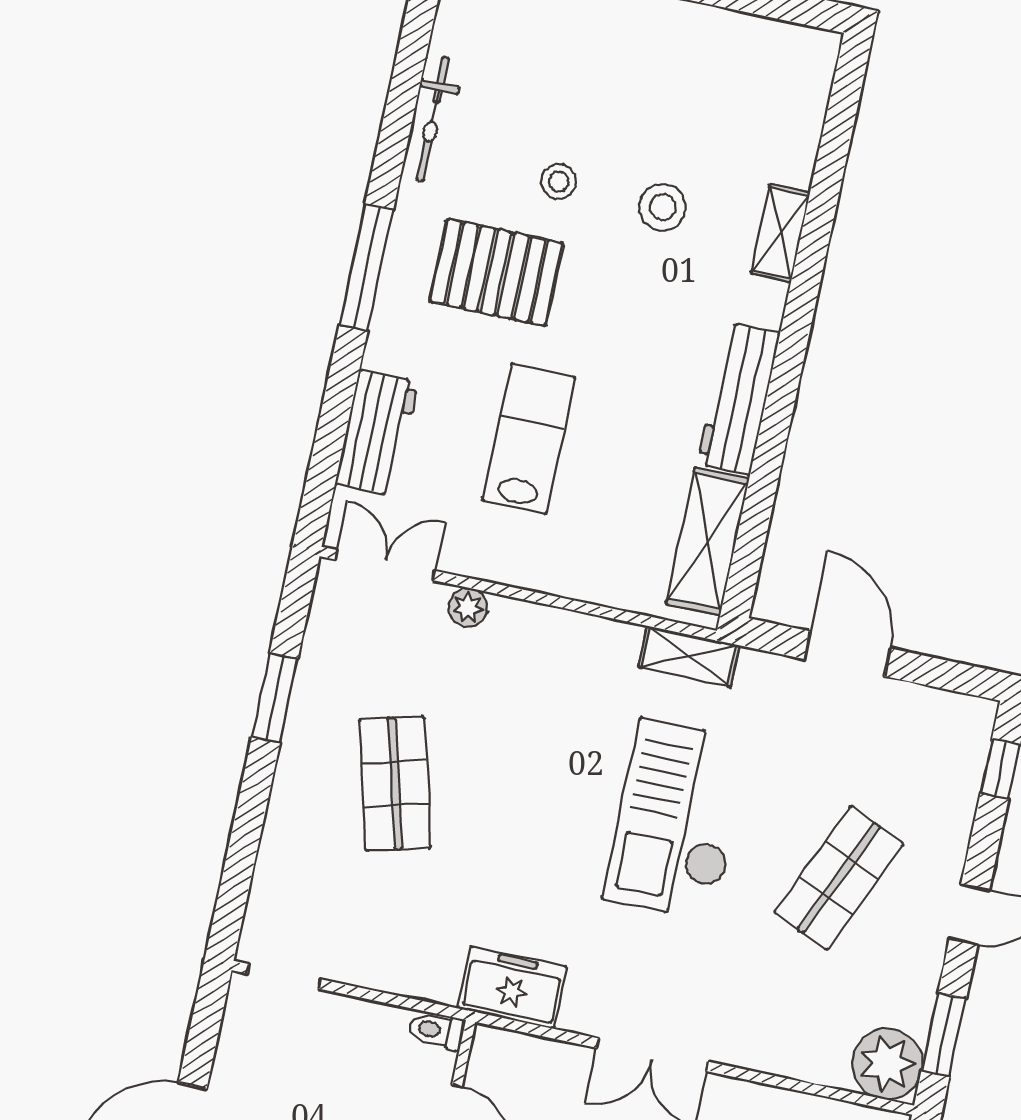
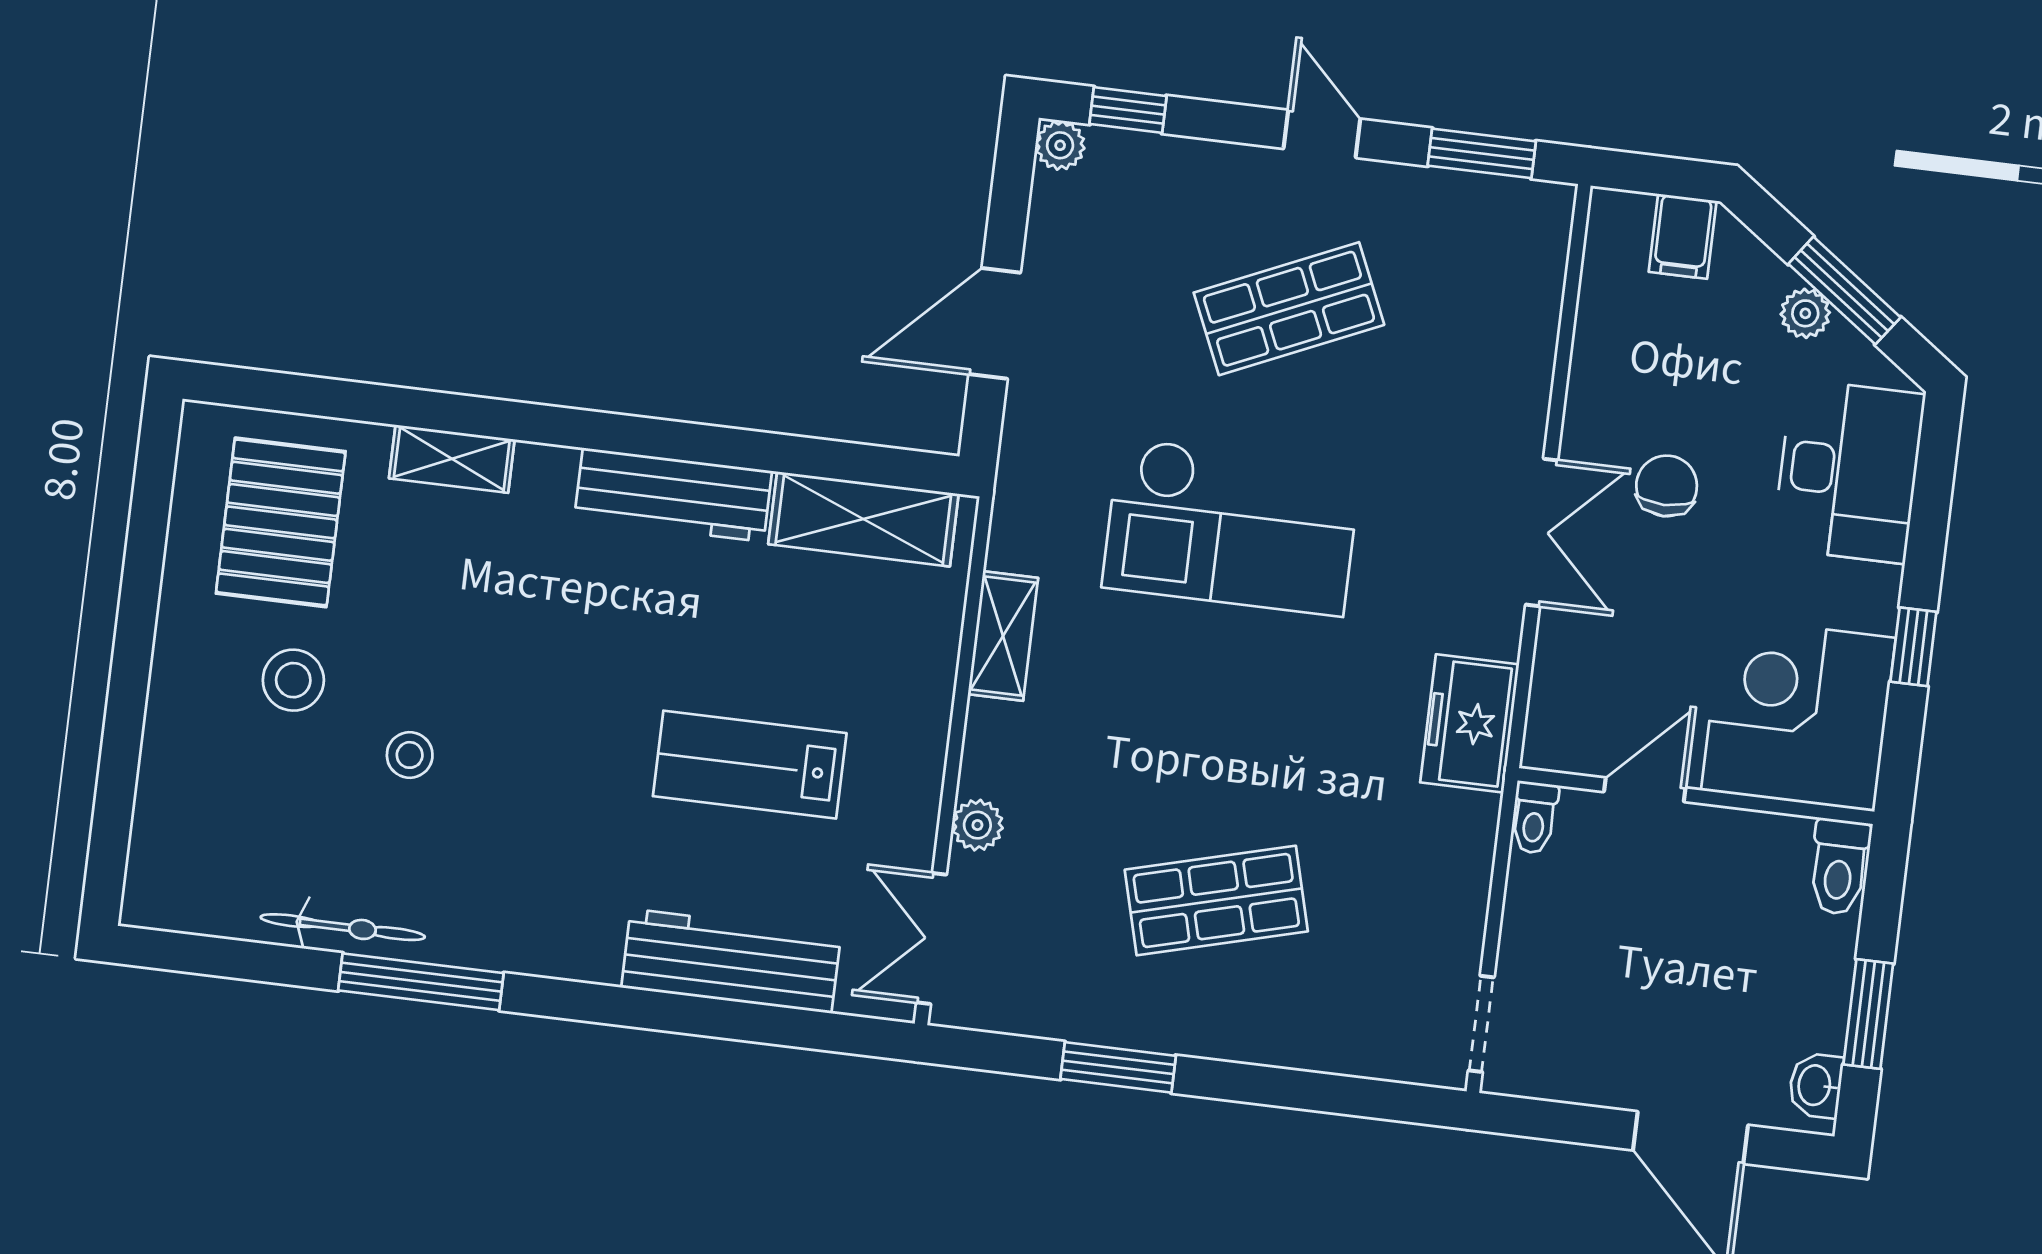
stool: (663, 207) -> (293, 680), moved
window: (366, 268) -> (421, 982), moved
pallet: (496, 272) -> (281, 522), moved
workbench: (377, 433) -> (731, 961), width x1.37
shelving: (689, 656) -> (1003, 636), moved
shop shelf: (839, 878) -> (1289, 309), turned -48
plant: (887, 1064) -> (1060, 145), moved, width x0.53, depth x0.53

